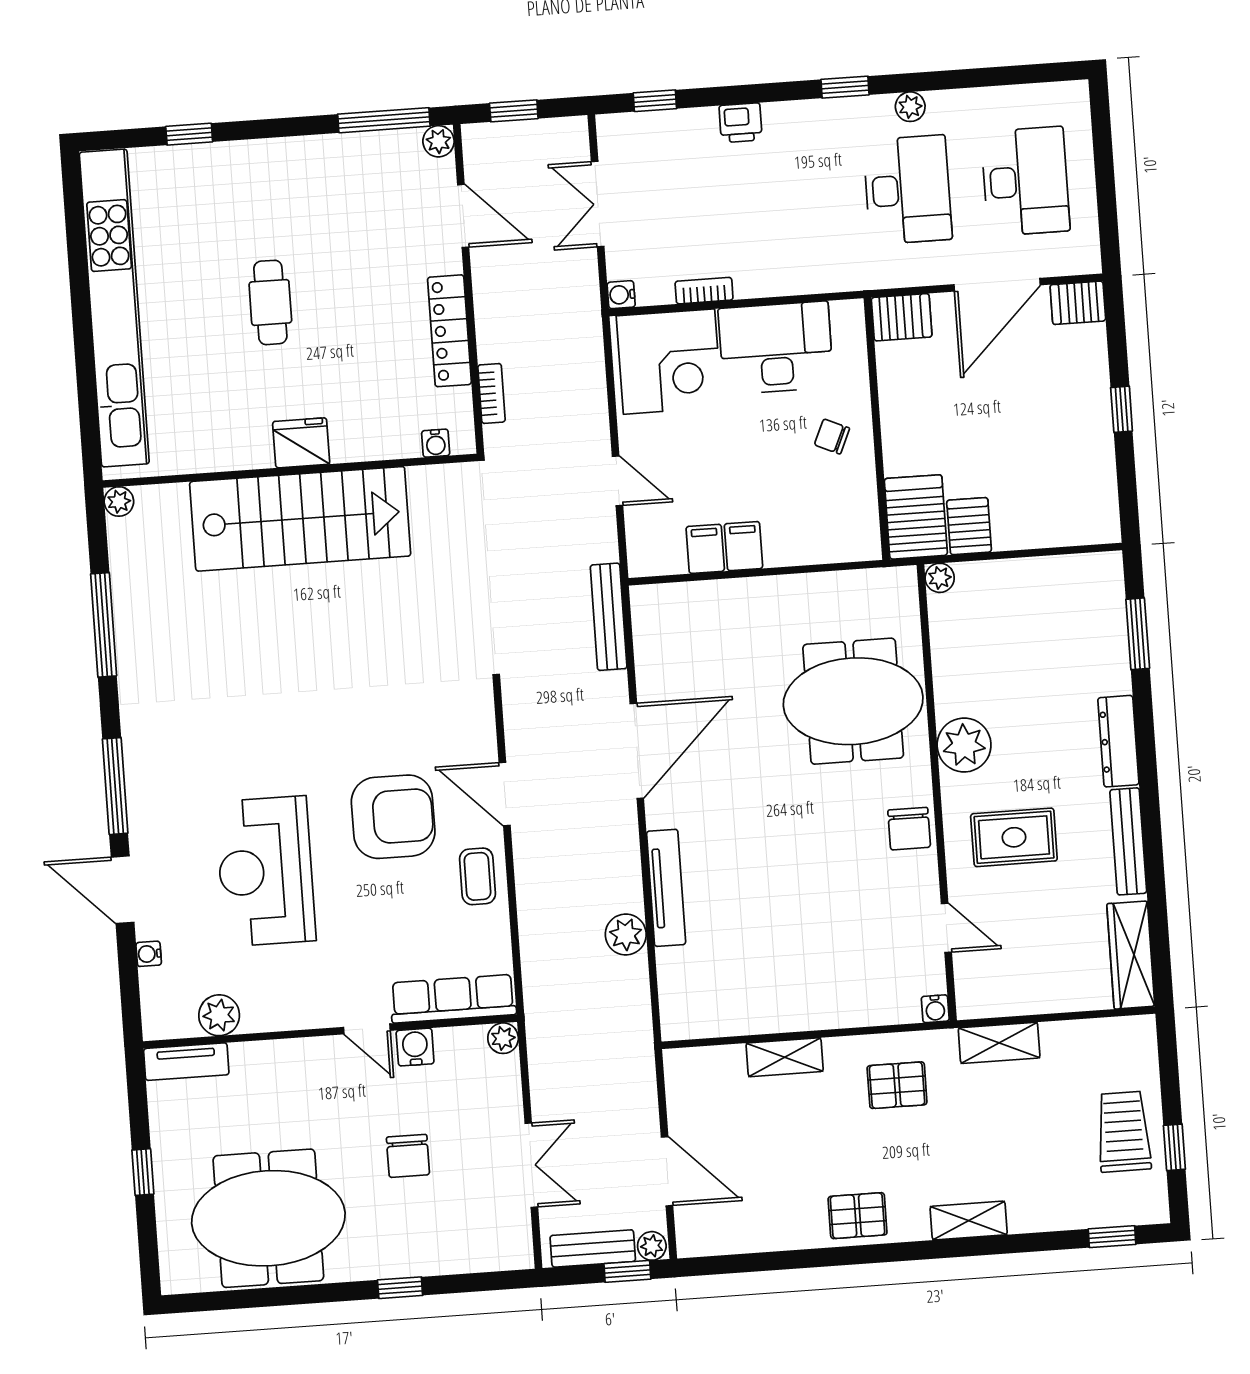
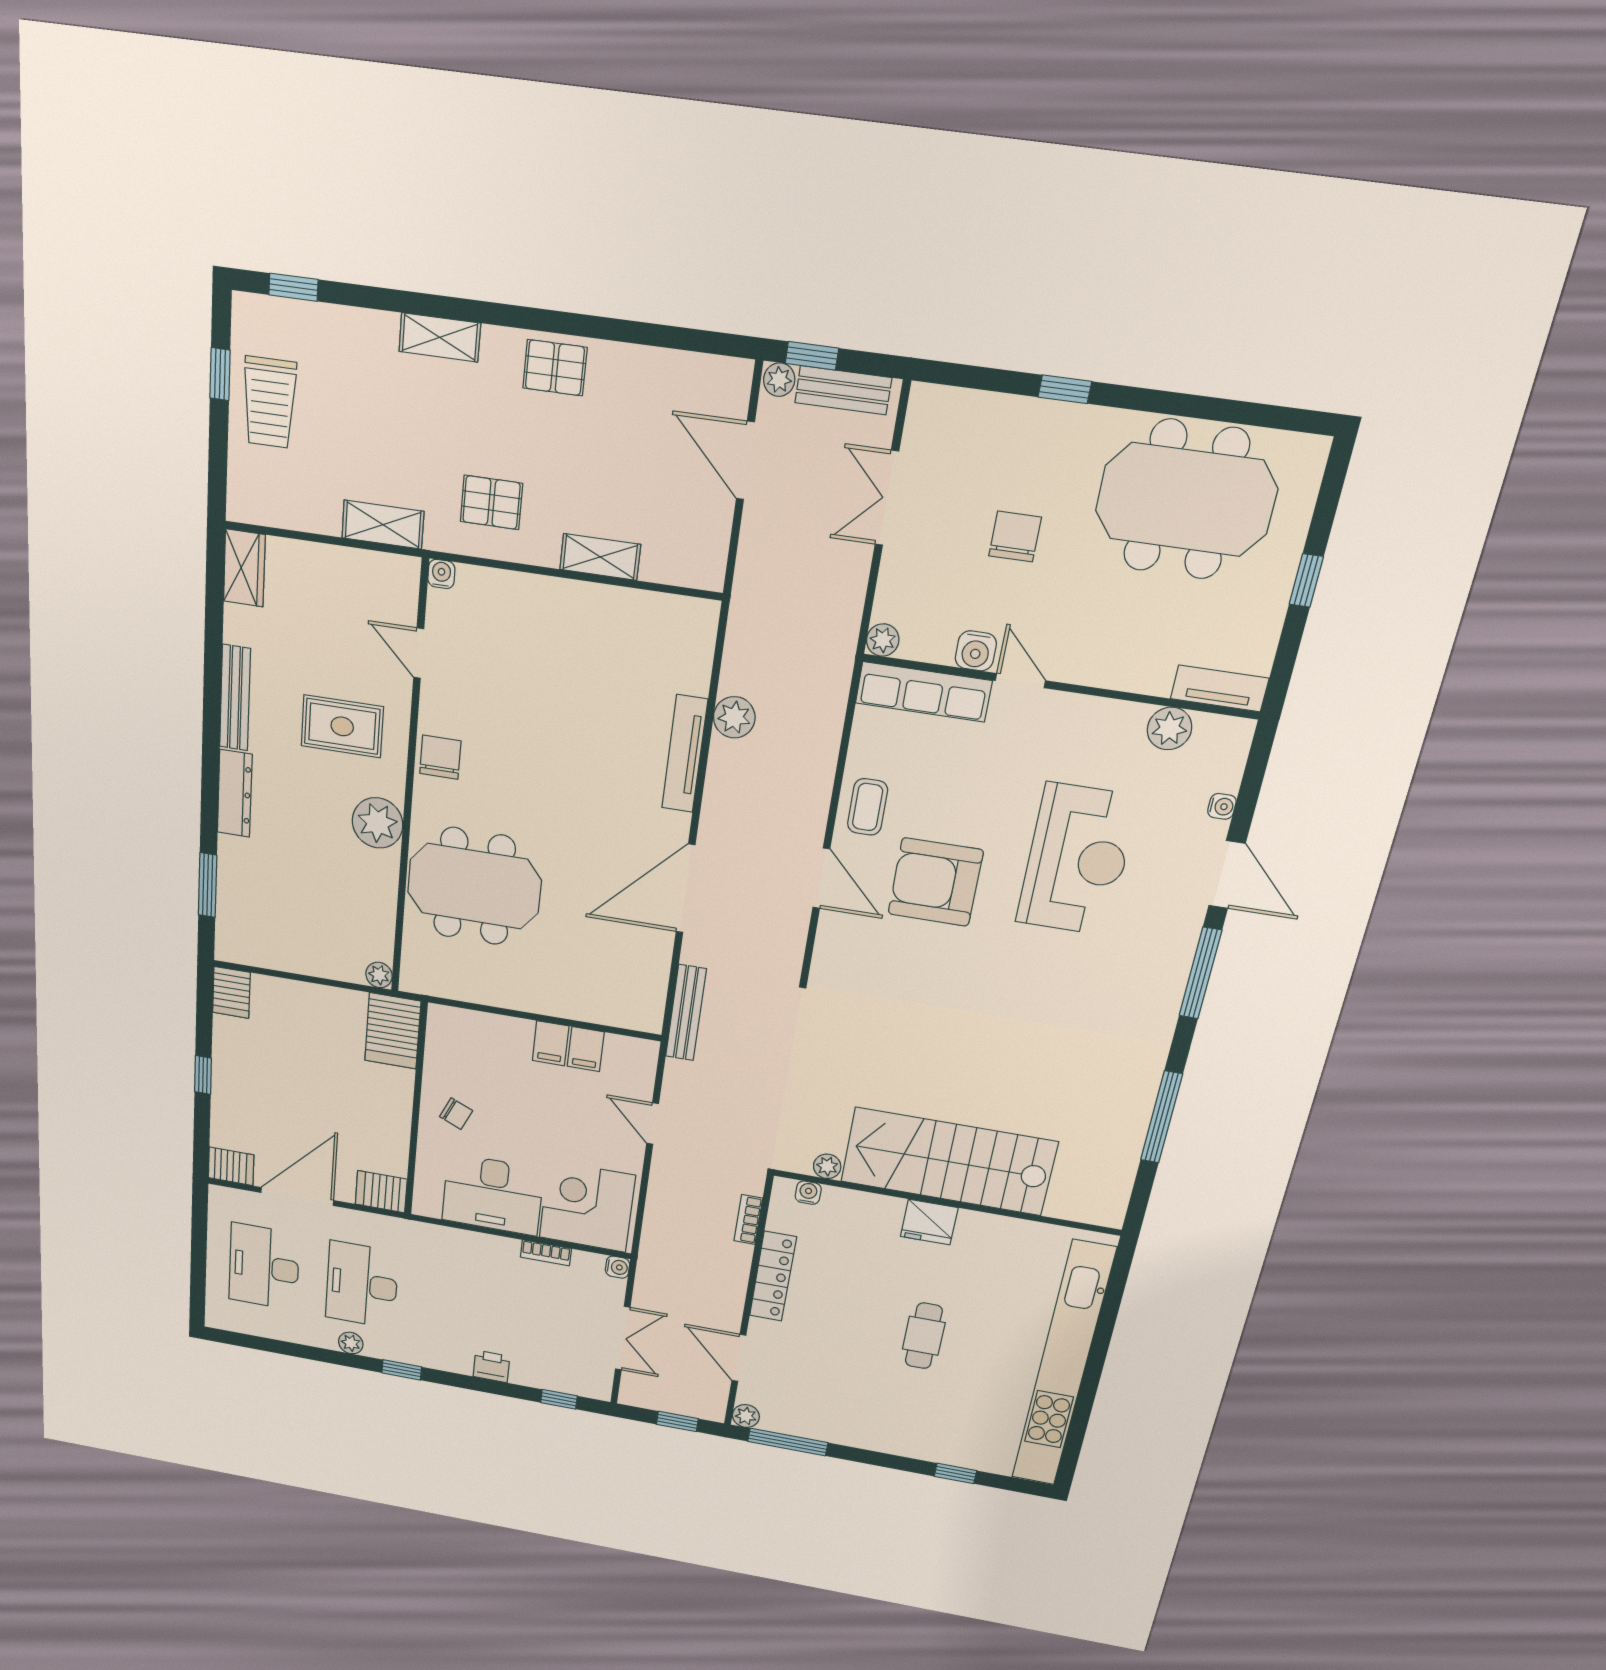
plant: (119, 502) -> (827, 1166), moved
server rack: (969, 526) -> (231, 992), moved
wardrobe: (1131, 955) -> (244, 568), width x0.67

